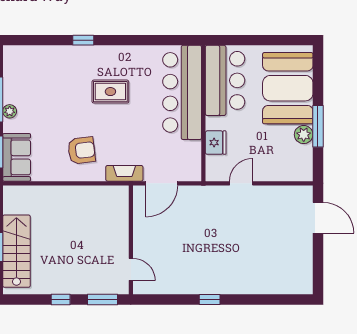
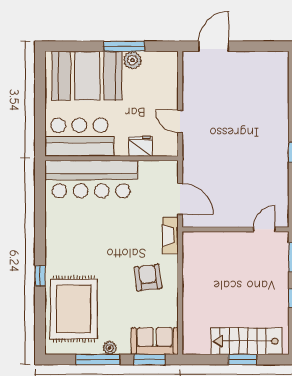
rug: (110, 92) -> (74, 309), moved, width x1.86, depth x2.06

